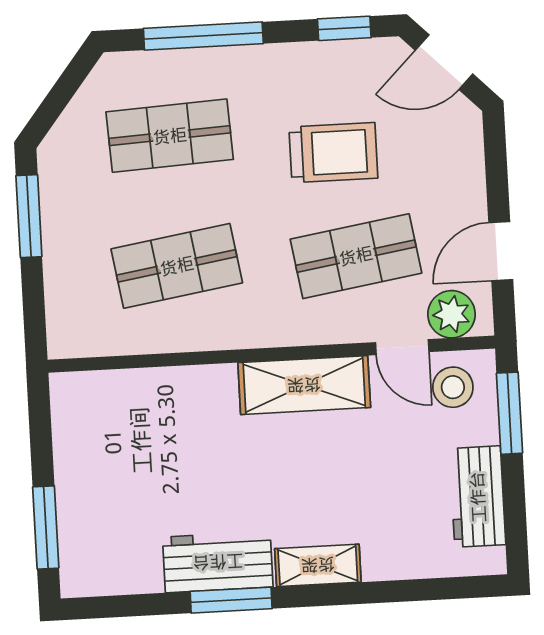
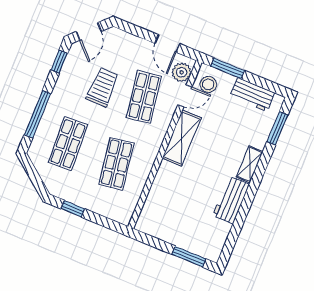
window: (29, 216) -> (73, 209), width x0.67
window: (231, 600) -> (277, 128), moved

